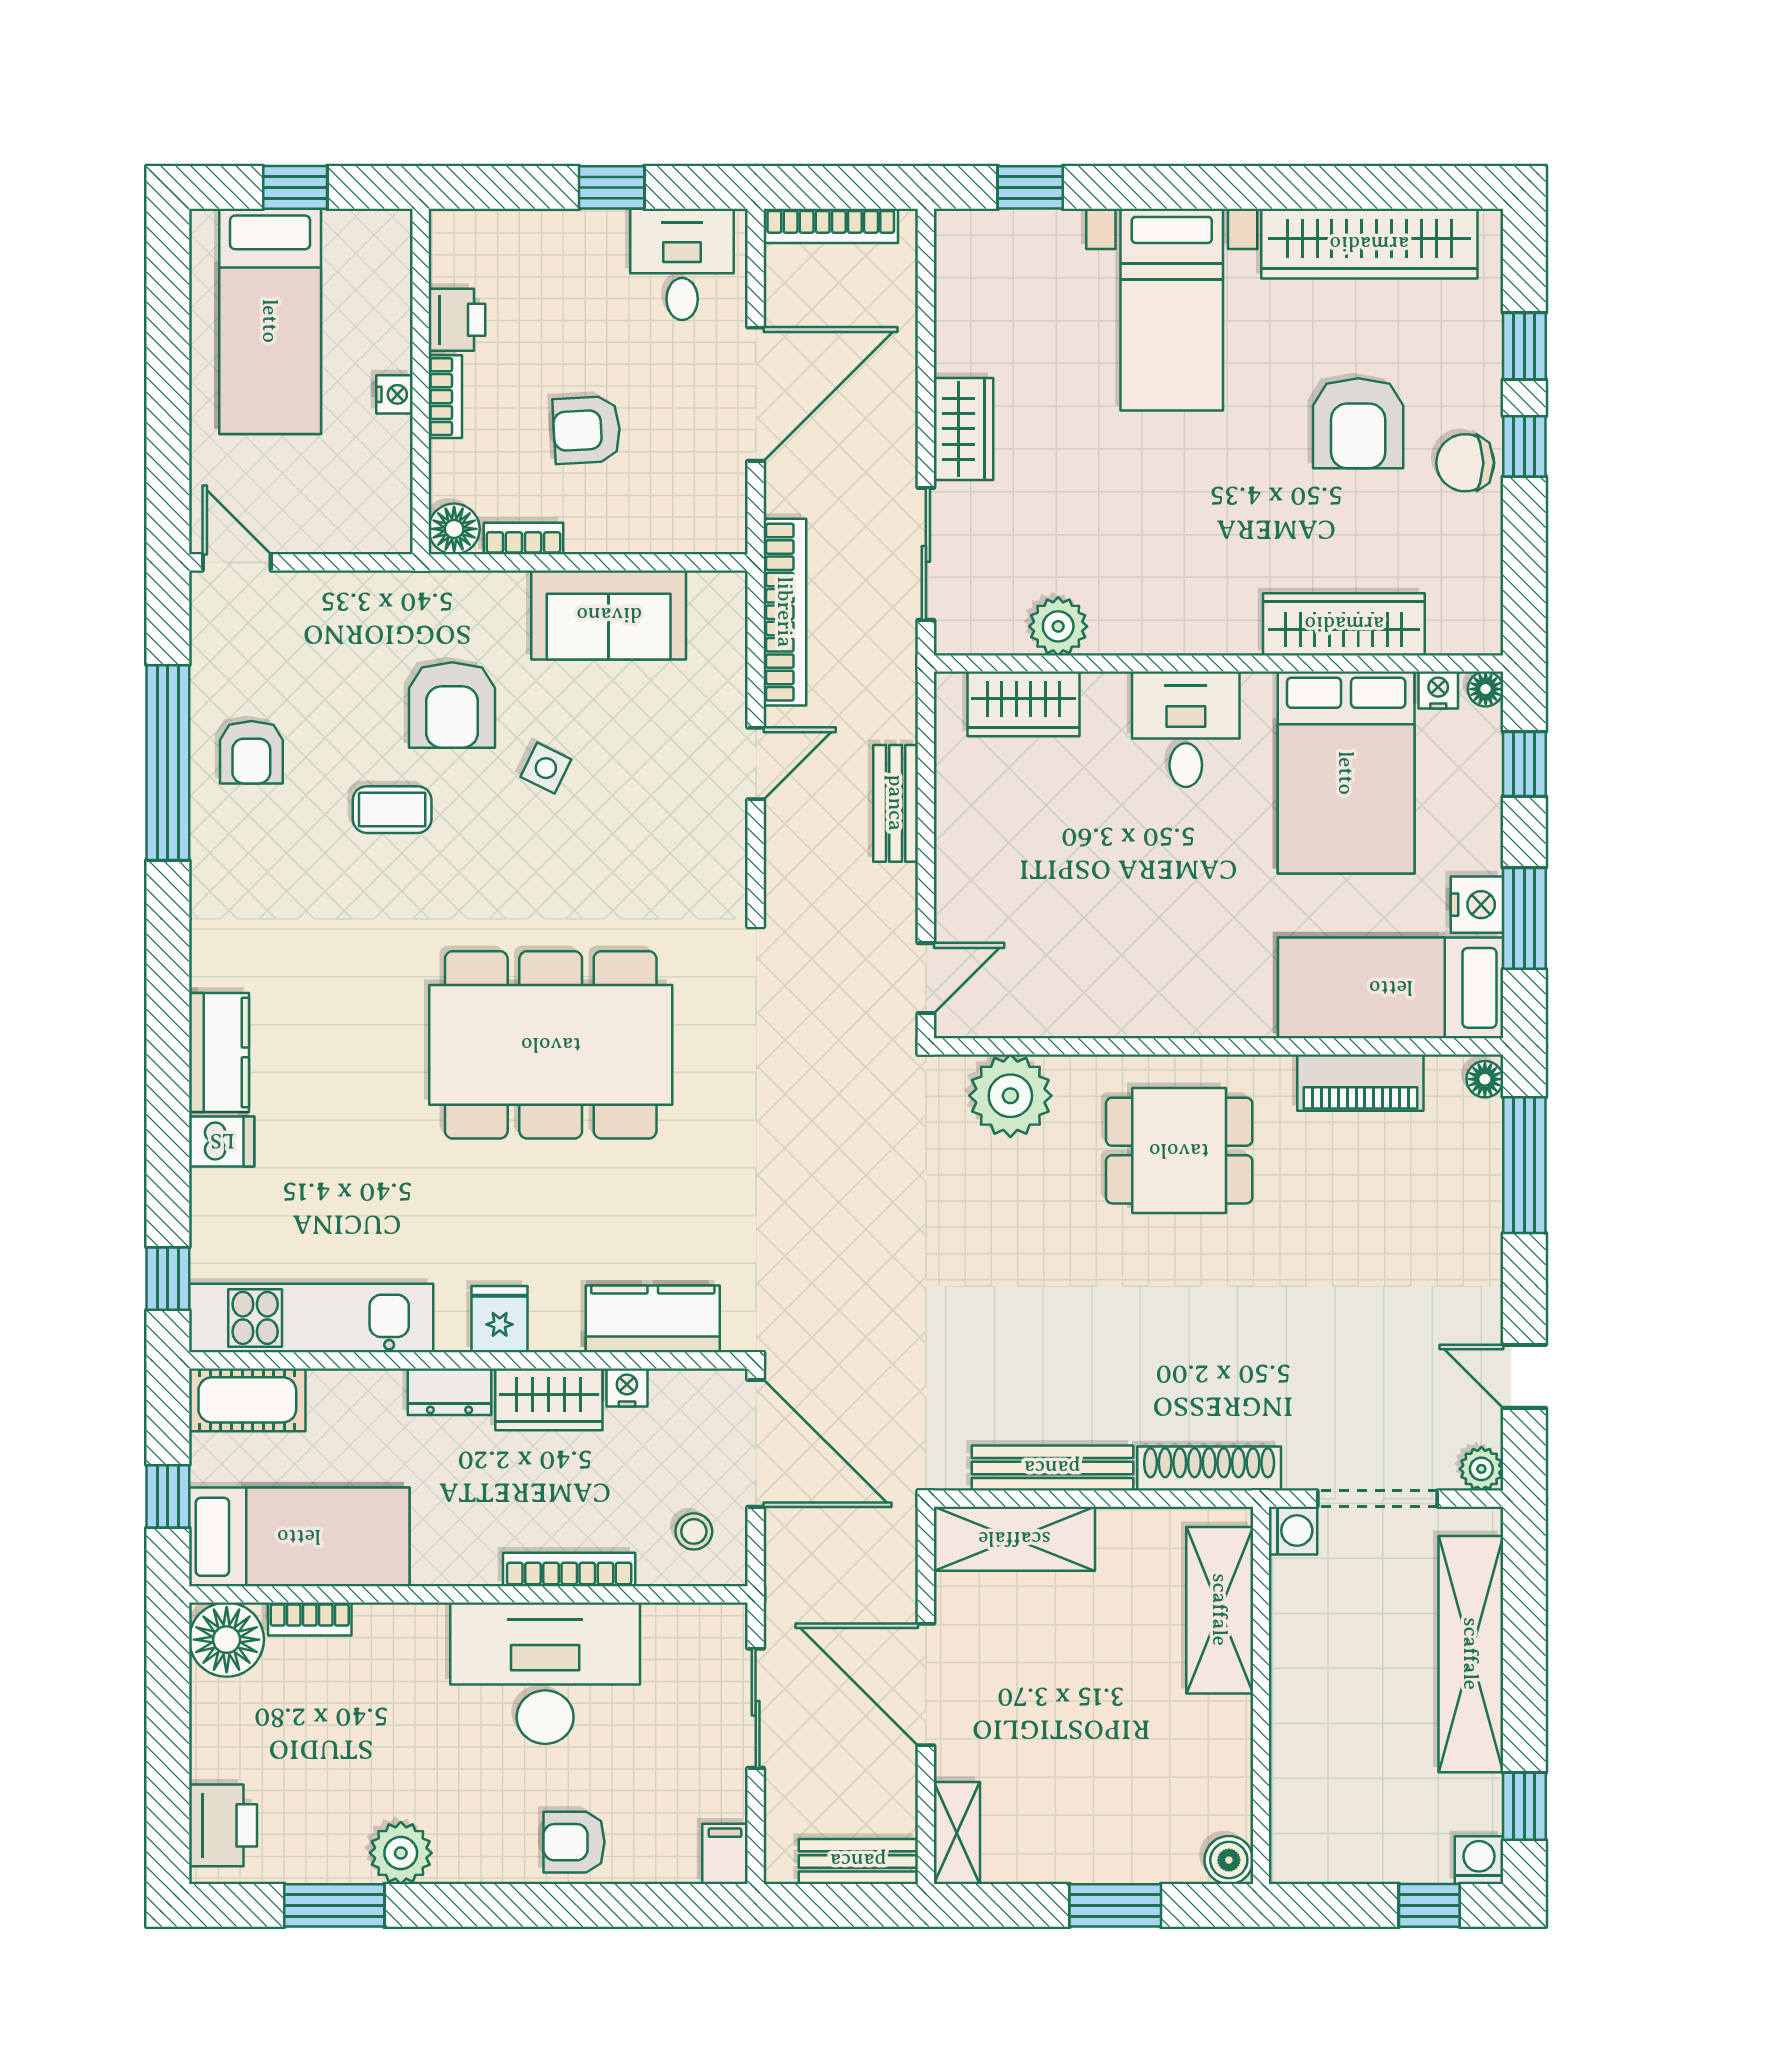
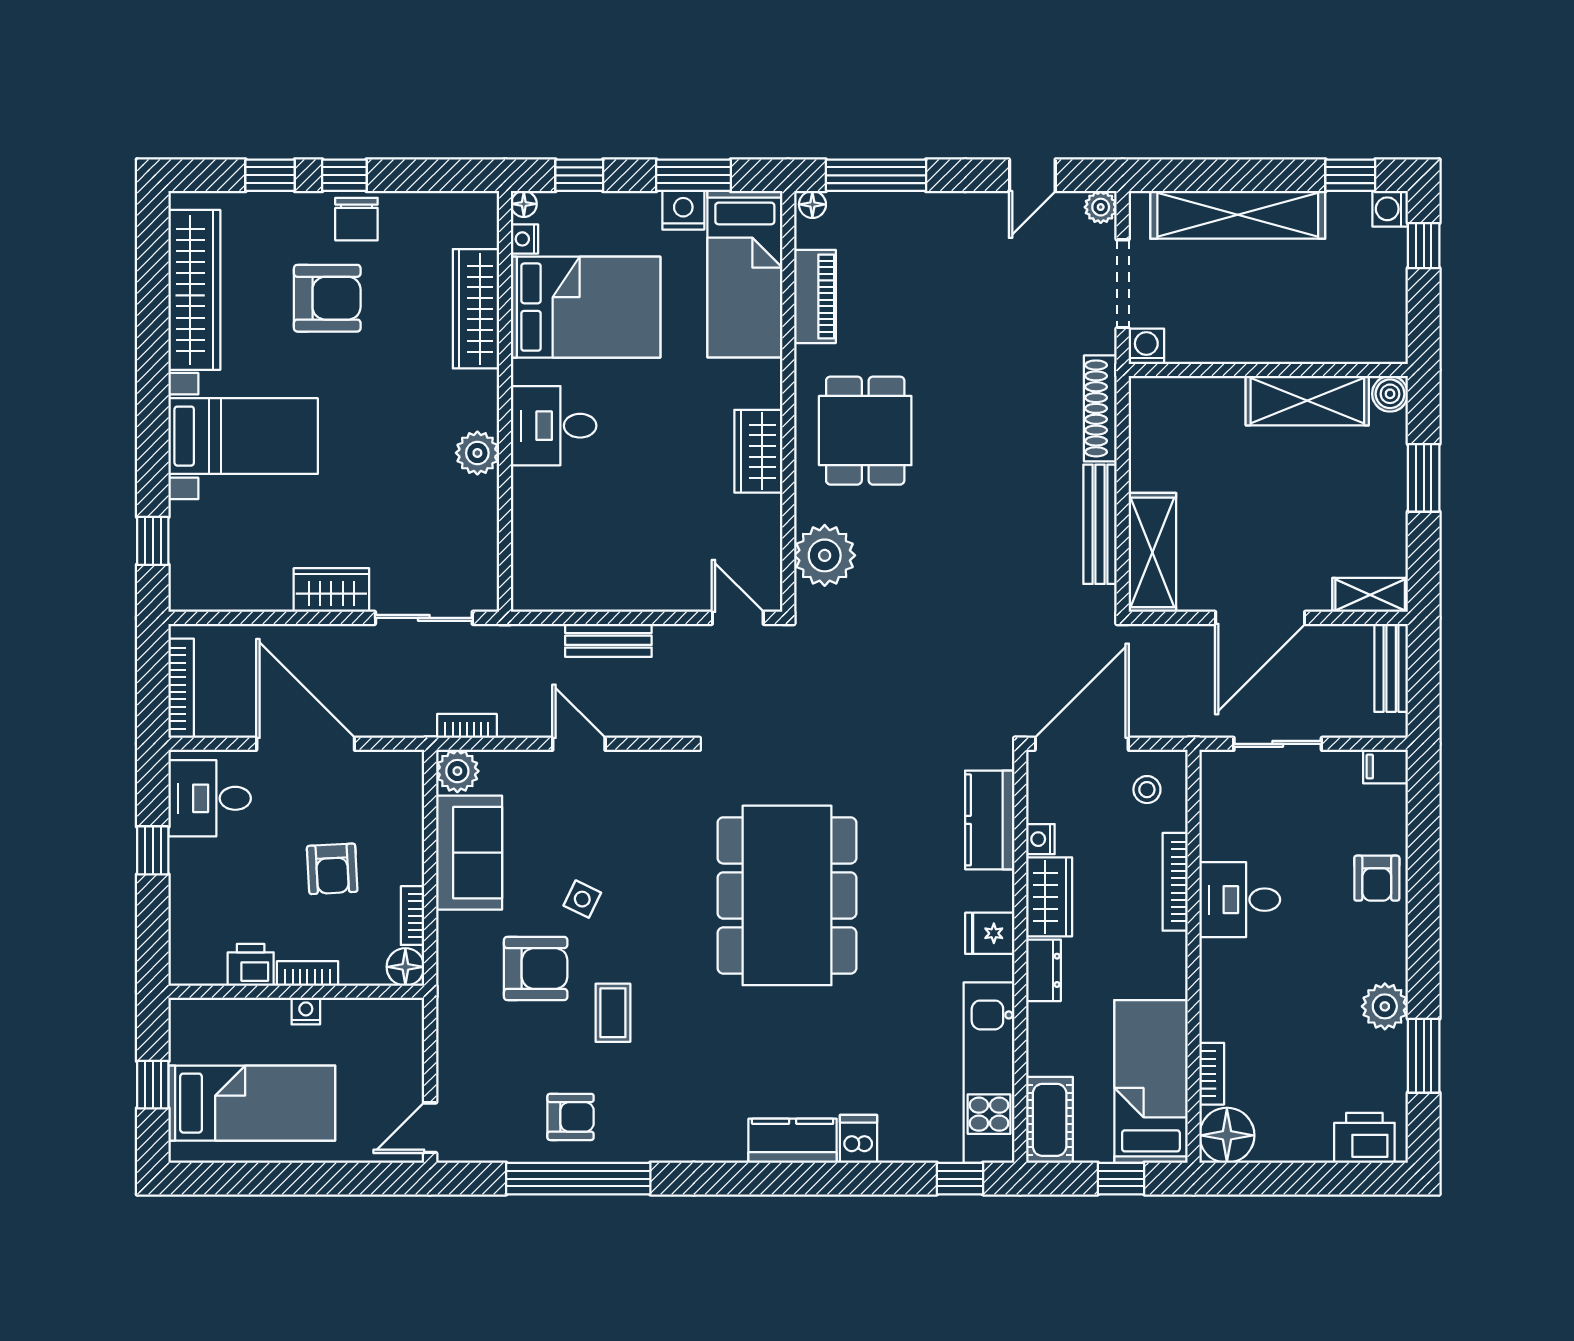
plant: (719, 599) -> (457, 771), added
bookcase: (785, 612) -> (467, 726), width x0.43, depth x0.76
plant: (1058, 626) -> (477, 453), moved
wardrobe: (1024, 704) -> (758, 451), moved, turned 180
shelving: (1220, 1610) -> (1307, 401), moved
desk: (545, 1673) -> (1240, 900), width x0.53, depth x0.77

